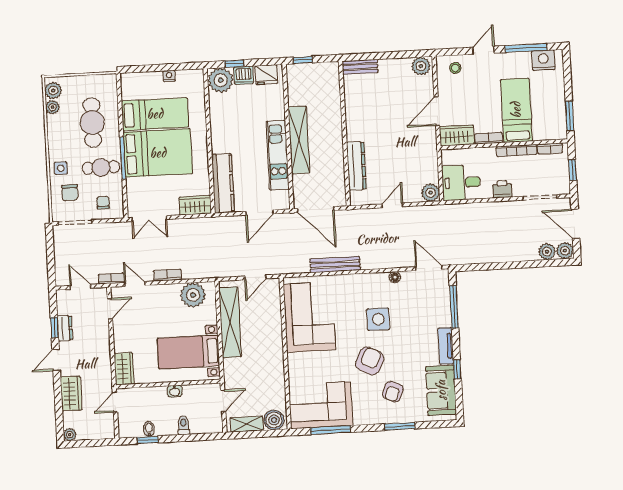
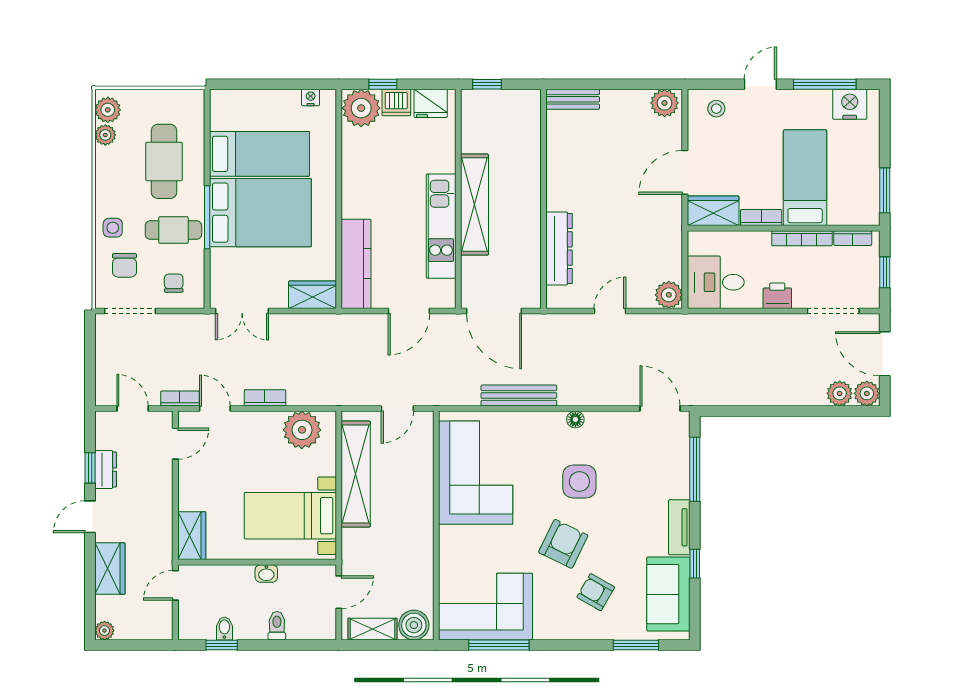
nightstand: (169, 76) -> (311, 97), moved
floor lamp: (395, 277) -> (575, 419), moved
armchair: (393, 392) -> (596, 592), turned 98
window: (400, 426) -> (636, 645), moved

